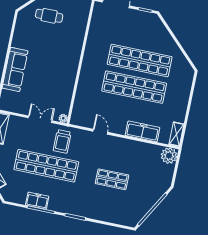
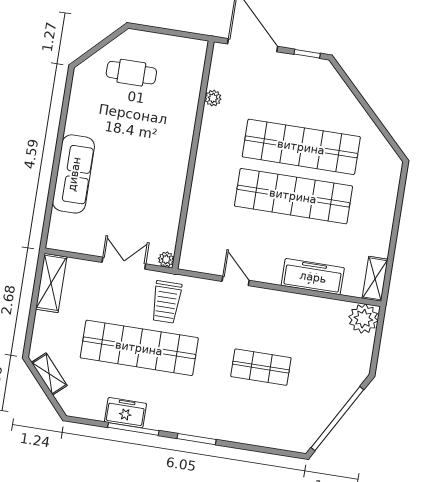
plant: (93, 32) -> (213, 98), added

